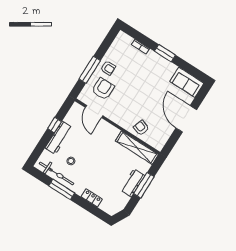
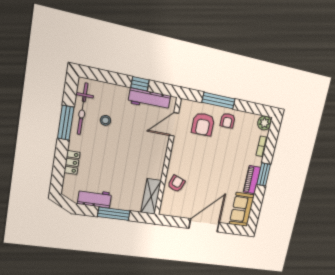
plant: (122, 38) -> (264, 123), added
piano: (165, 65) -> (252, 180), added
armchair: (103, 89) -> (203, 124), turned 90
workbench: (59, 138) -> (149, 99), moved
shelving: (137, 148) -> (151, 196), width x0.68
workbench: (133, 183) -> (95, 198), moved

